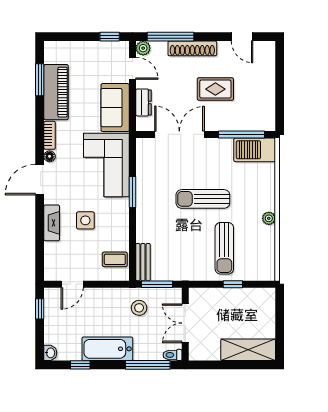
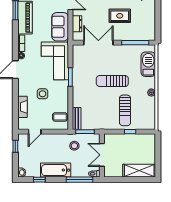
barbecue: (255, 150) -> (148, 64), moved, turned 90
fireplace: (52, 223) -> (22, 107), moved

